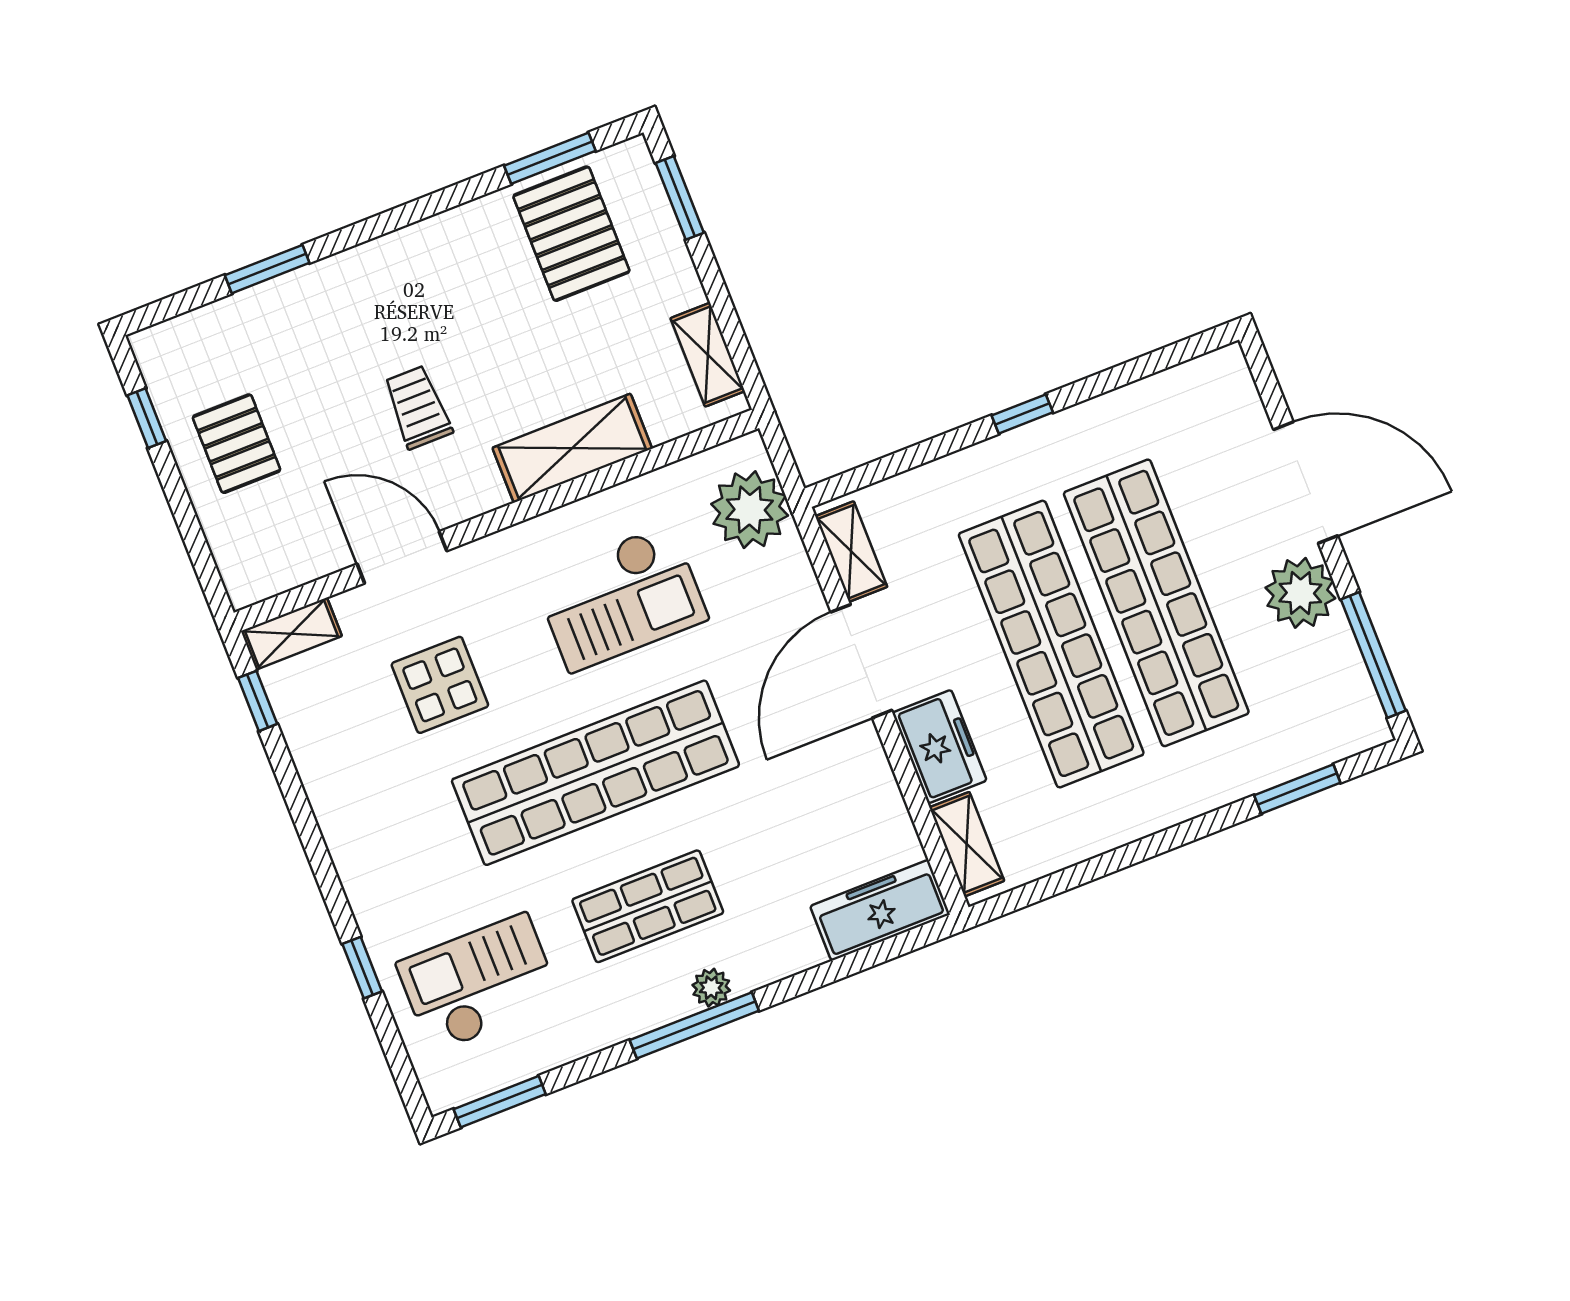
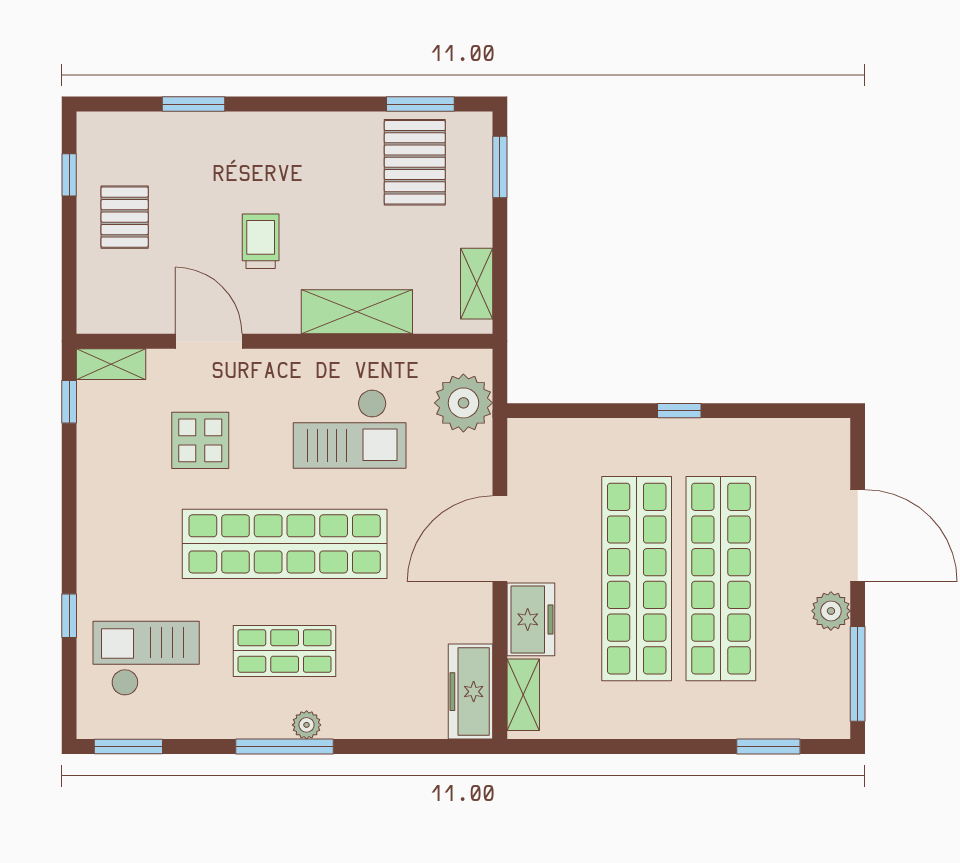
shelving: (851, 552) -> (523, 460), removed
plant: (1300, 593) -> (831, 611), width x0.73, depth x0.73
freezer: (880, 910) -> (471, 692), moved, turned -90

